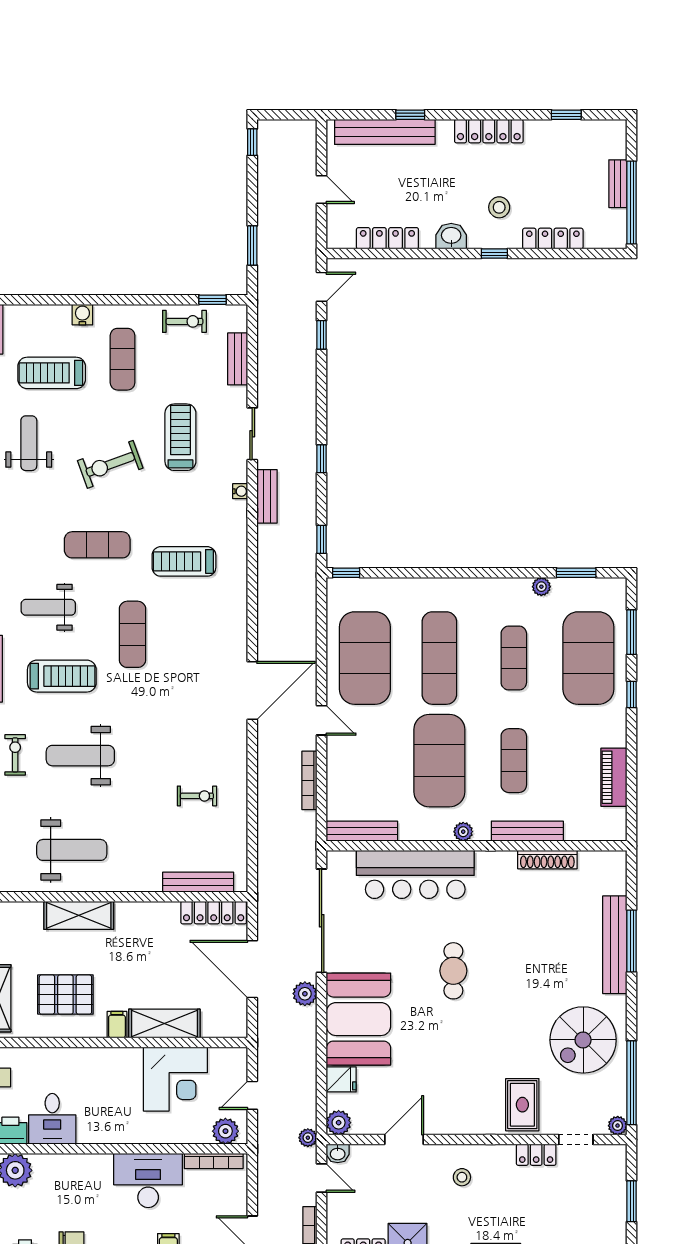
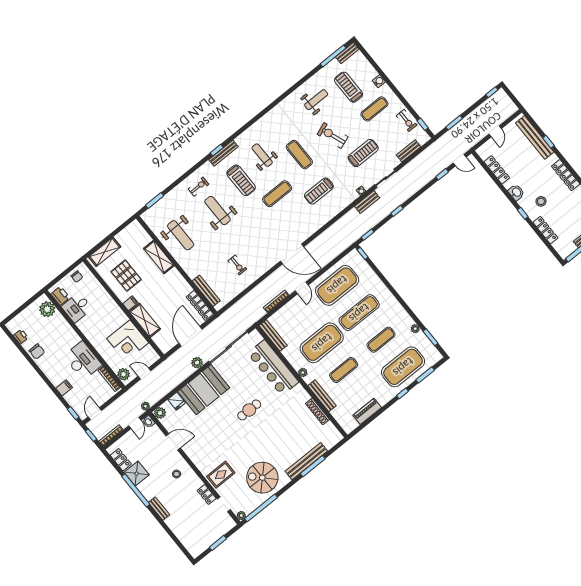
treadmill: (184, 561) -> (319, 191), turned -90

